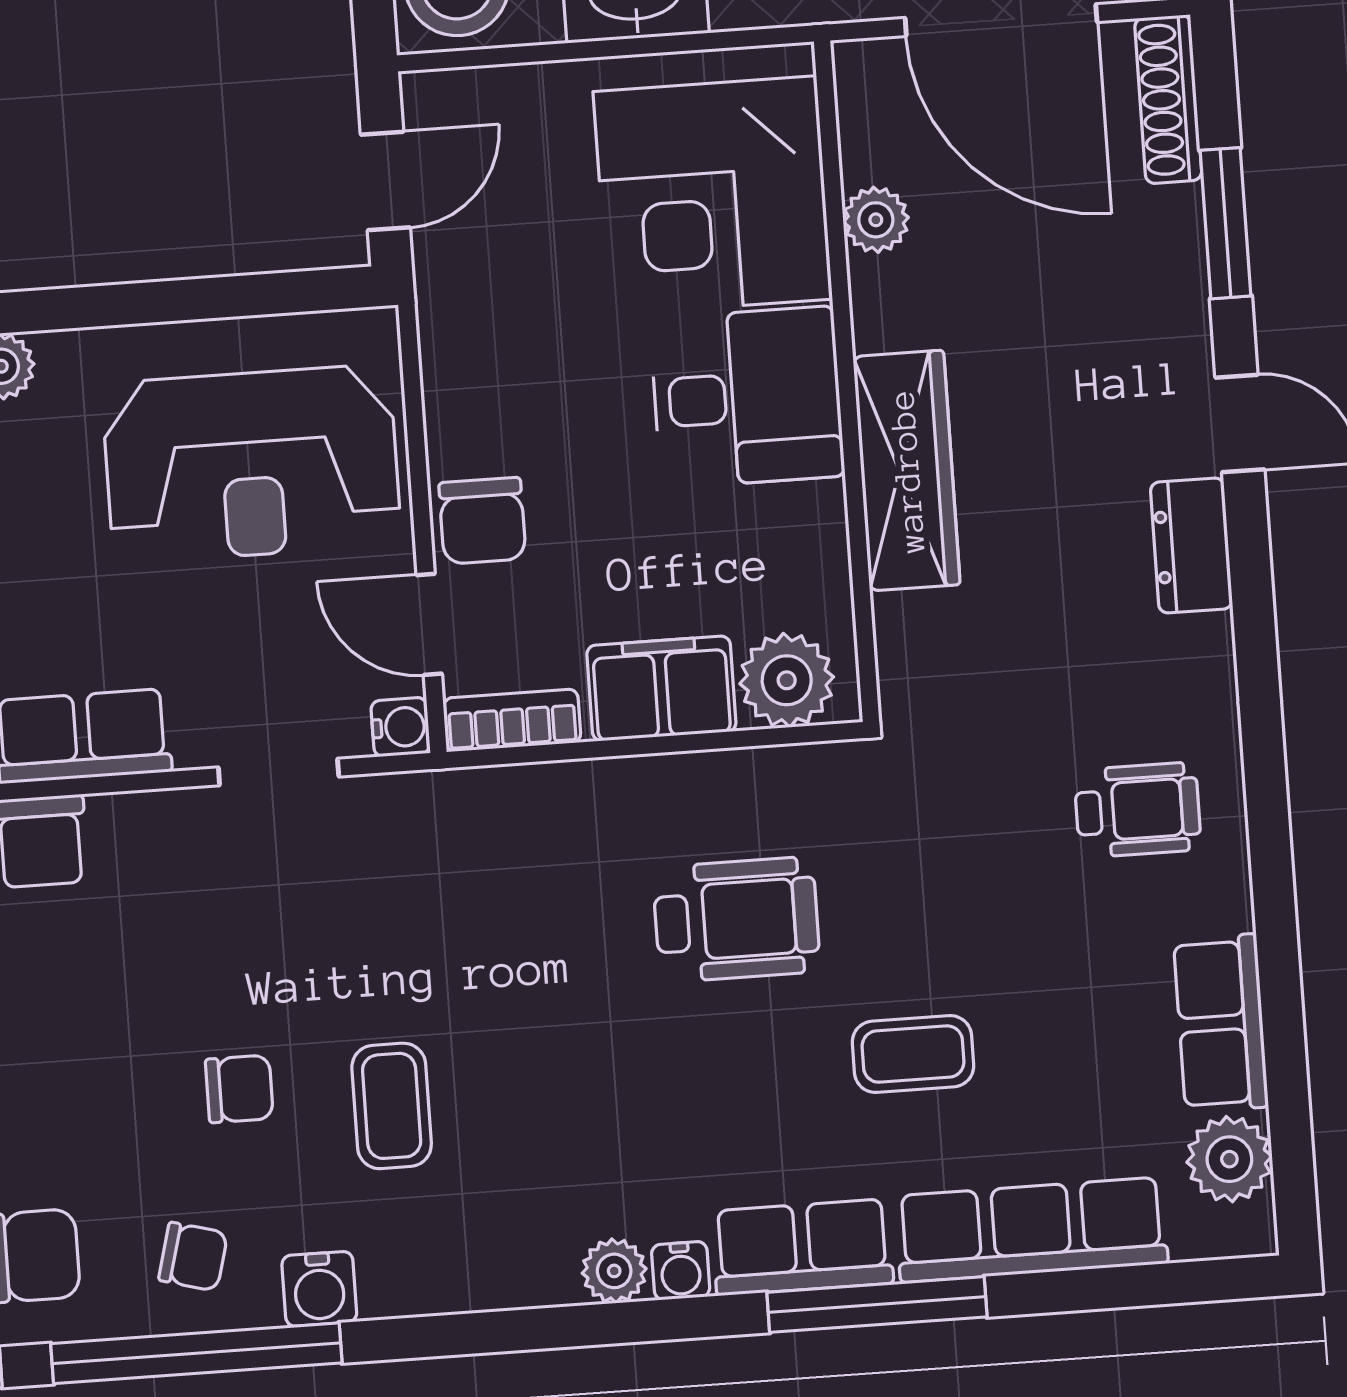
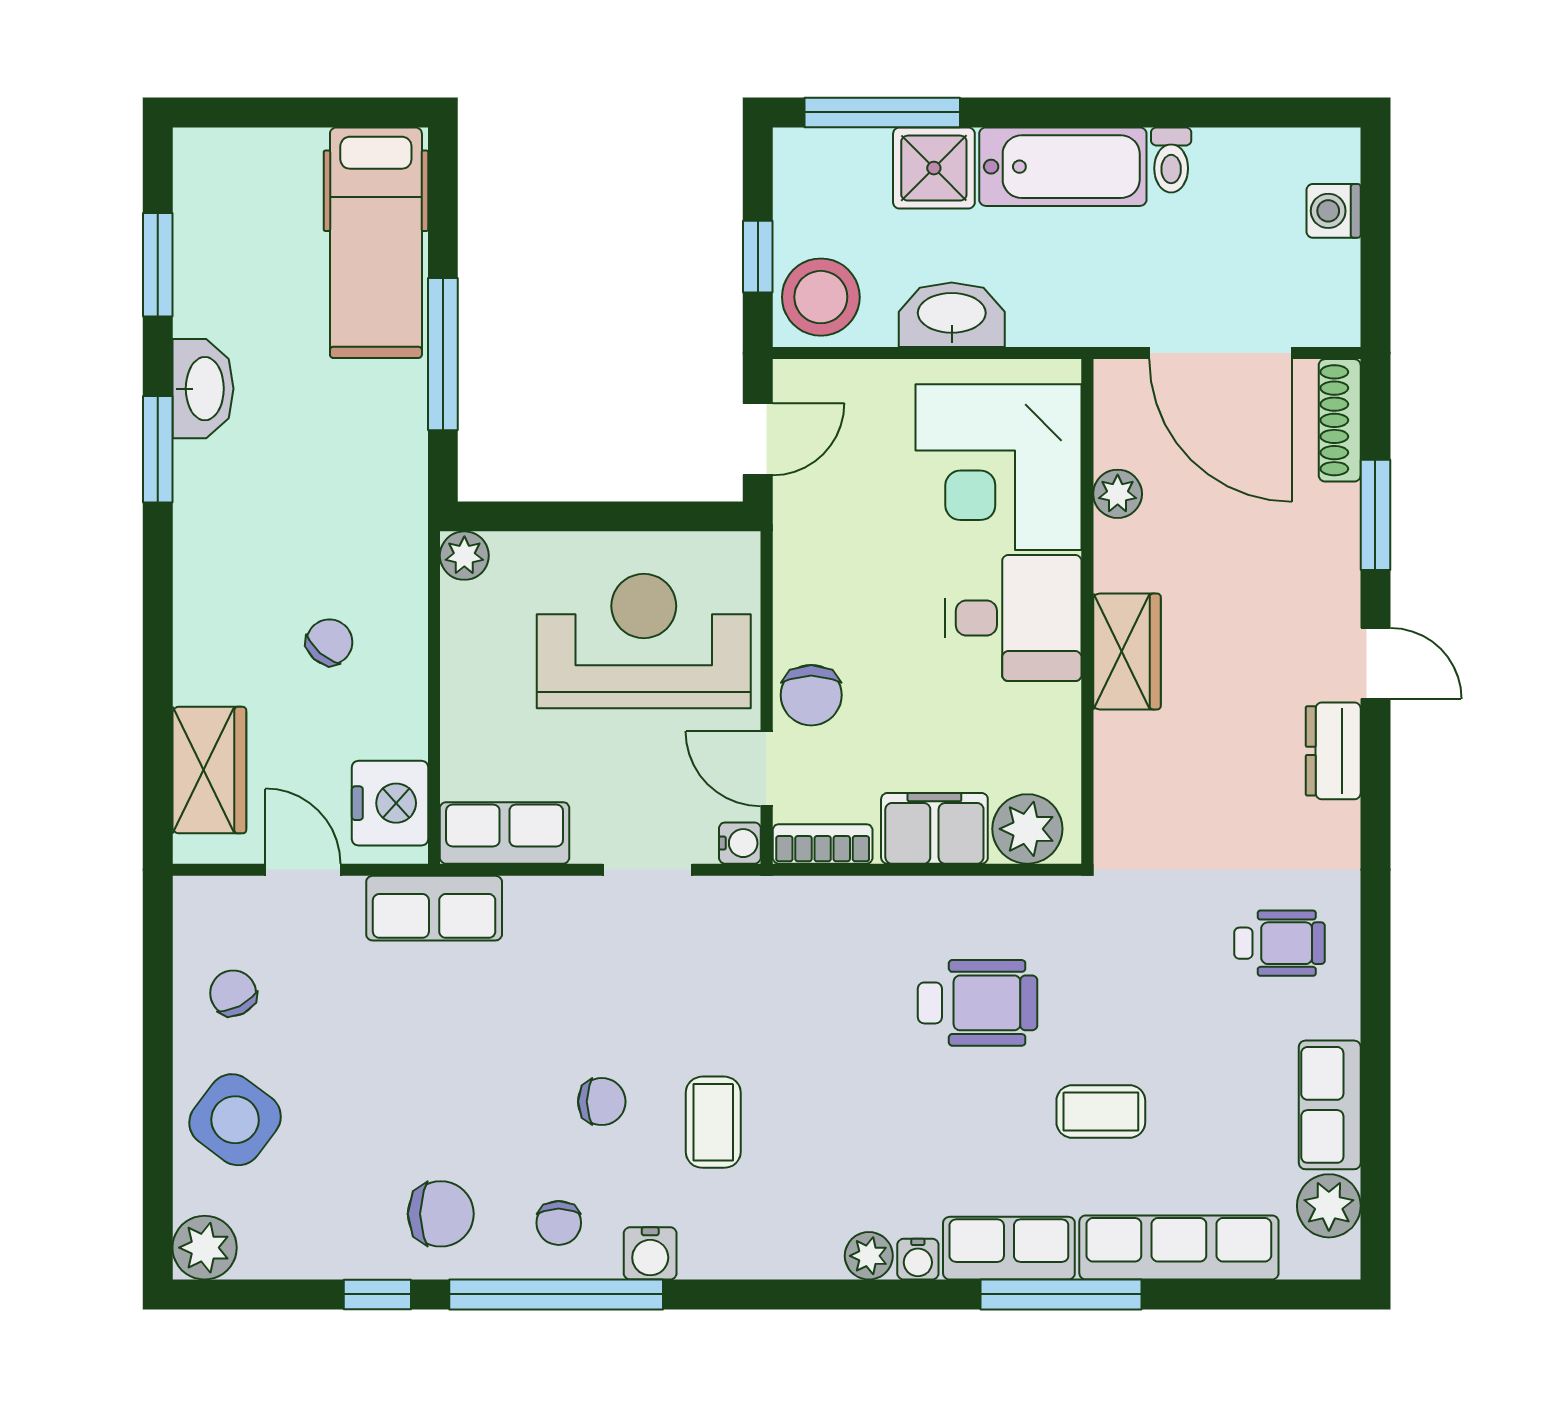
reception desk: (251, 464) -> (644, 641), turned 180
wardrobe: (907, 471) -> (1127, 652), width x0.67
chair: (193, 1257) -> (559, 1223), turned 75

